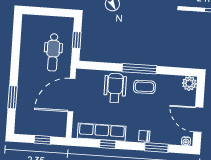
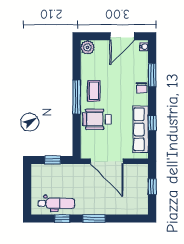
window: (16, 46) -> (62, 219), added
dental chair: (53, 52) -> (56, 203), moved
window: (12, 97) -> (94, 219), moved

